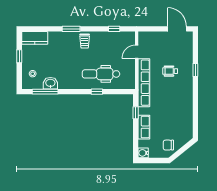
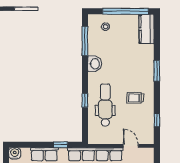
trolley: (85, 41) -> (135, 98), moved
window: (19, 56) -> (126, 11), width x3.17
washbasin: (50, 83) -> (95, 64), moved

